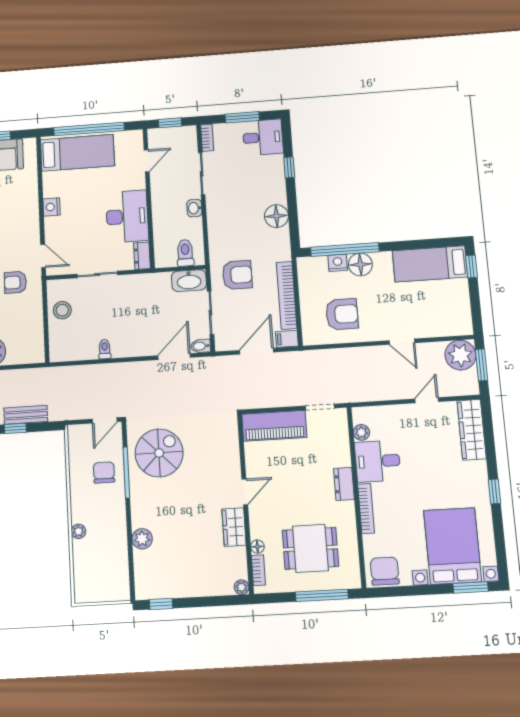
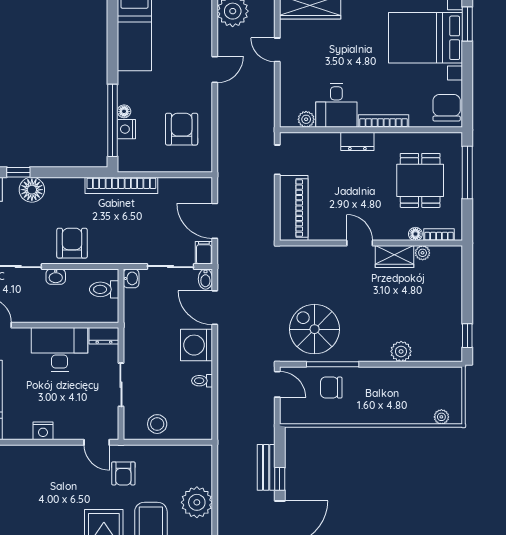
floor lamp: (276, 216) -> (32, 190), moved
door: (43, 256) -> (97, 442), swing flipped
floor lamp: (360, 264) -> (124, 111), width x0.53, depth x0.53
armchair: (237, 275) -> (72, 243), moved
washbasin: (189, 281) -> (131, 278), width x0.52, depth x0.69
bookcase: (287, 295) -> (121, 185), moved
filing cabinet: (287, 339) -> (204, 253), moved, turned 180
washing machine: (138, 342) -> (197, 345), added
plant: (78, 531) -> (441, 417), moved
chair: (385, 571) -> (447, 108), turned 90
plant: (242, 587) -> (423, 253), moved

